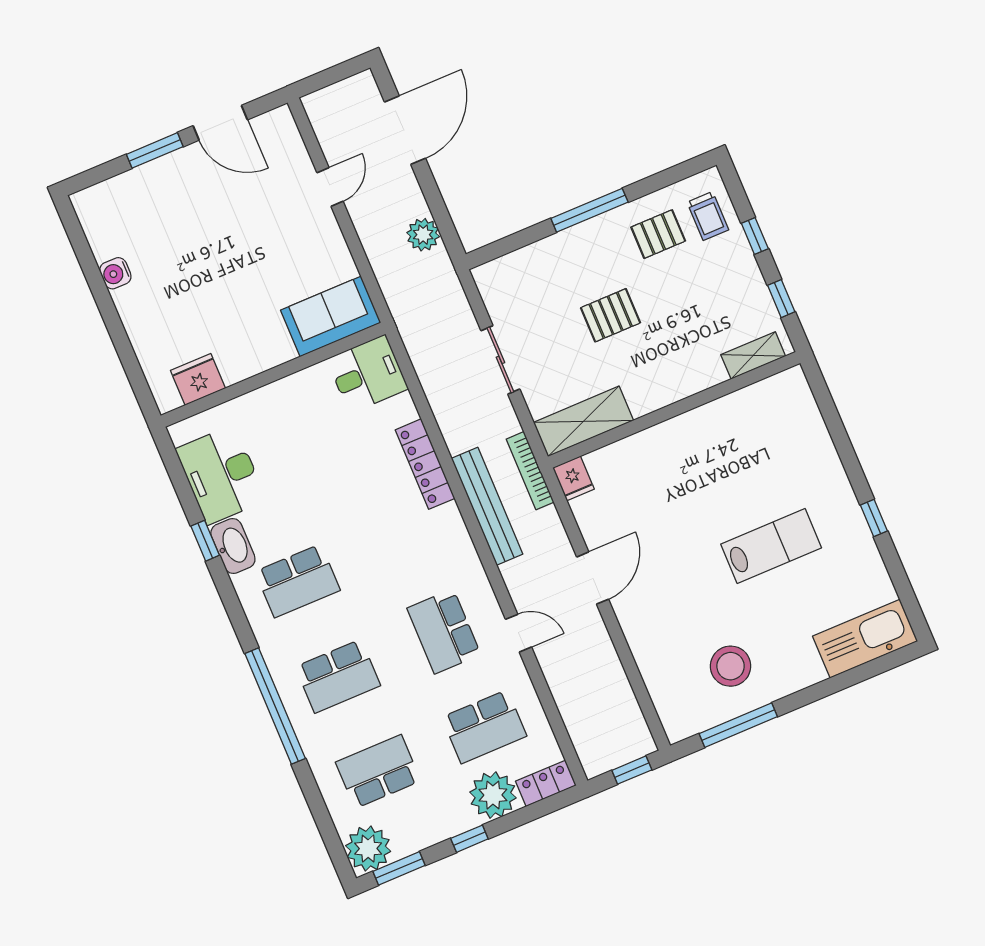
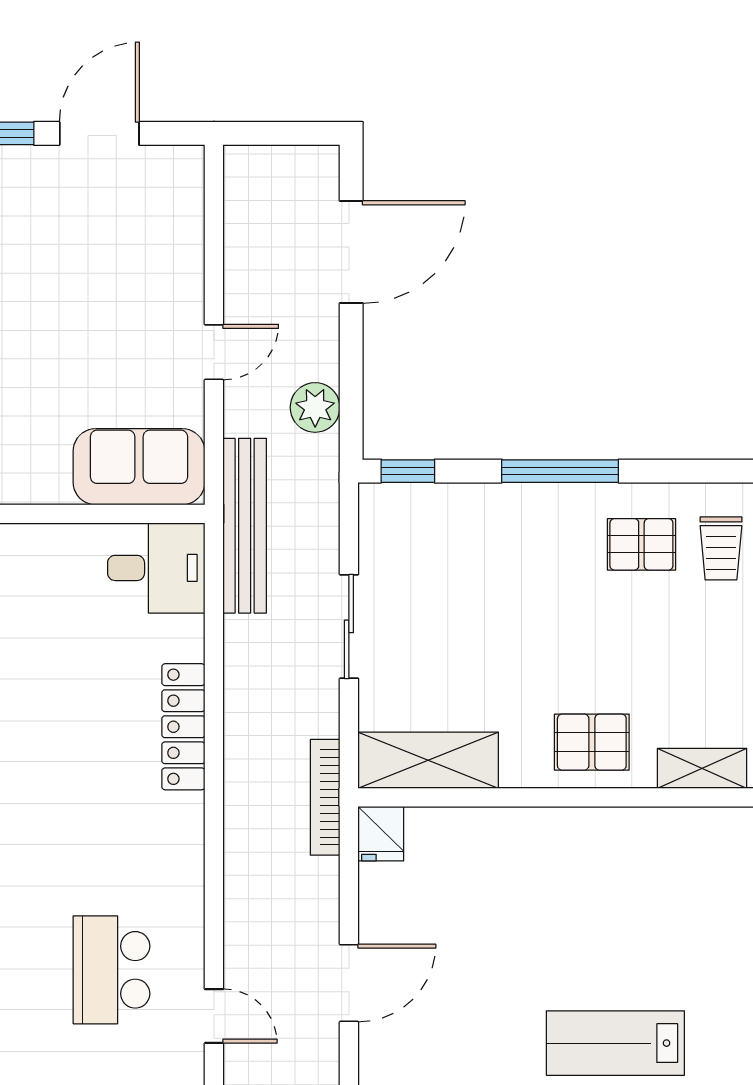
door: (220, 123) -> (99, 133), swing flipped
door: (330, 187) -> (214, 352), moved
window: (496, 250) -> (408, 471), added
pallet: (611, 315) -> (592, 742), moved
bench: (487, 506) -> (245, 526), moved
lab bench: (771, 546) -> (615, 1043), turned 180

